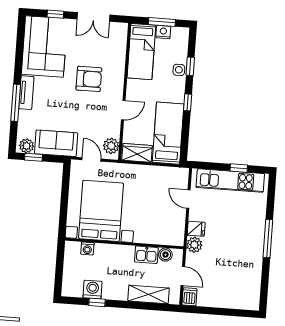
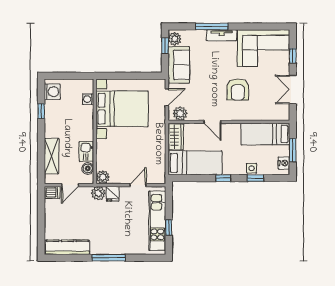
nightstand: (163, 32) -> (284, 163), moved
plant: (176, 238) -> (103, 177), added
kitchen counter: (253, 284) -> (68, 247), added
washing machine: (92, 290) -> (52, 92), moved

